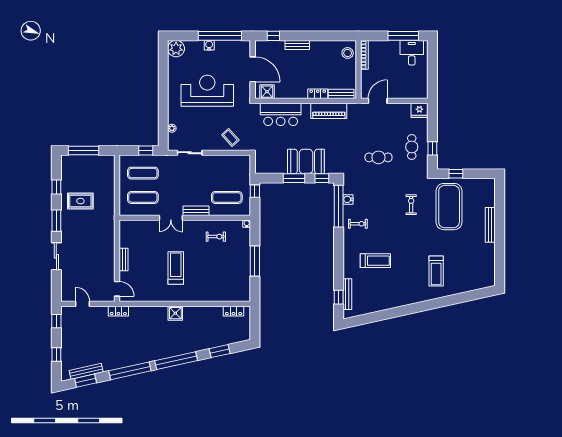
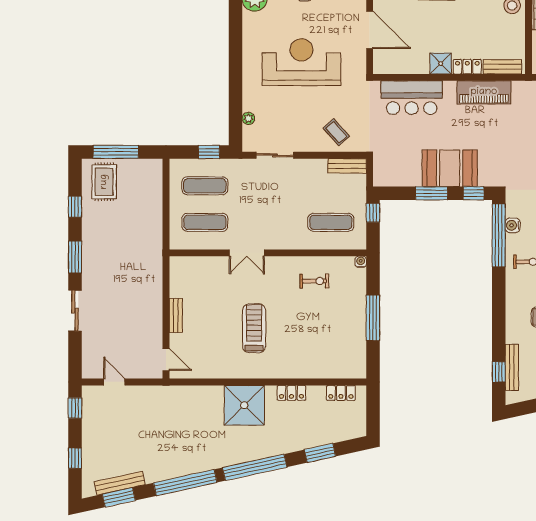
shower: (267, 92) -> (441, 63), moved
rug: (80, 201) -> (104, 182), moved, turned 90
bench: (196, 211) -> (347, 166), moved
locker: (118, 311) -> (291, 393), moved
shower: (175, 313) -> (244, 405), width x1.86, depth x1.86

